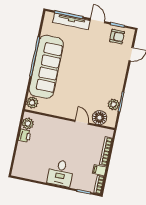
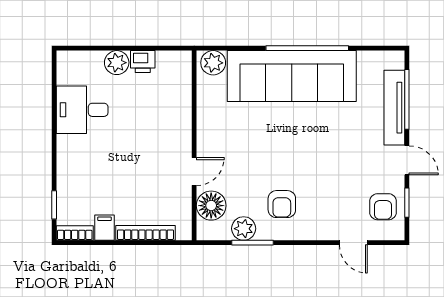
door: (97, 21) -> (407, 160), hinge flipped
armchair: (106, 84) -> (282, 204), added
plant: (28, 123) -> (117, 63), moved
desk: (60, 173) -> (82, 110), moved

